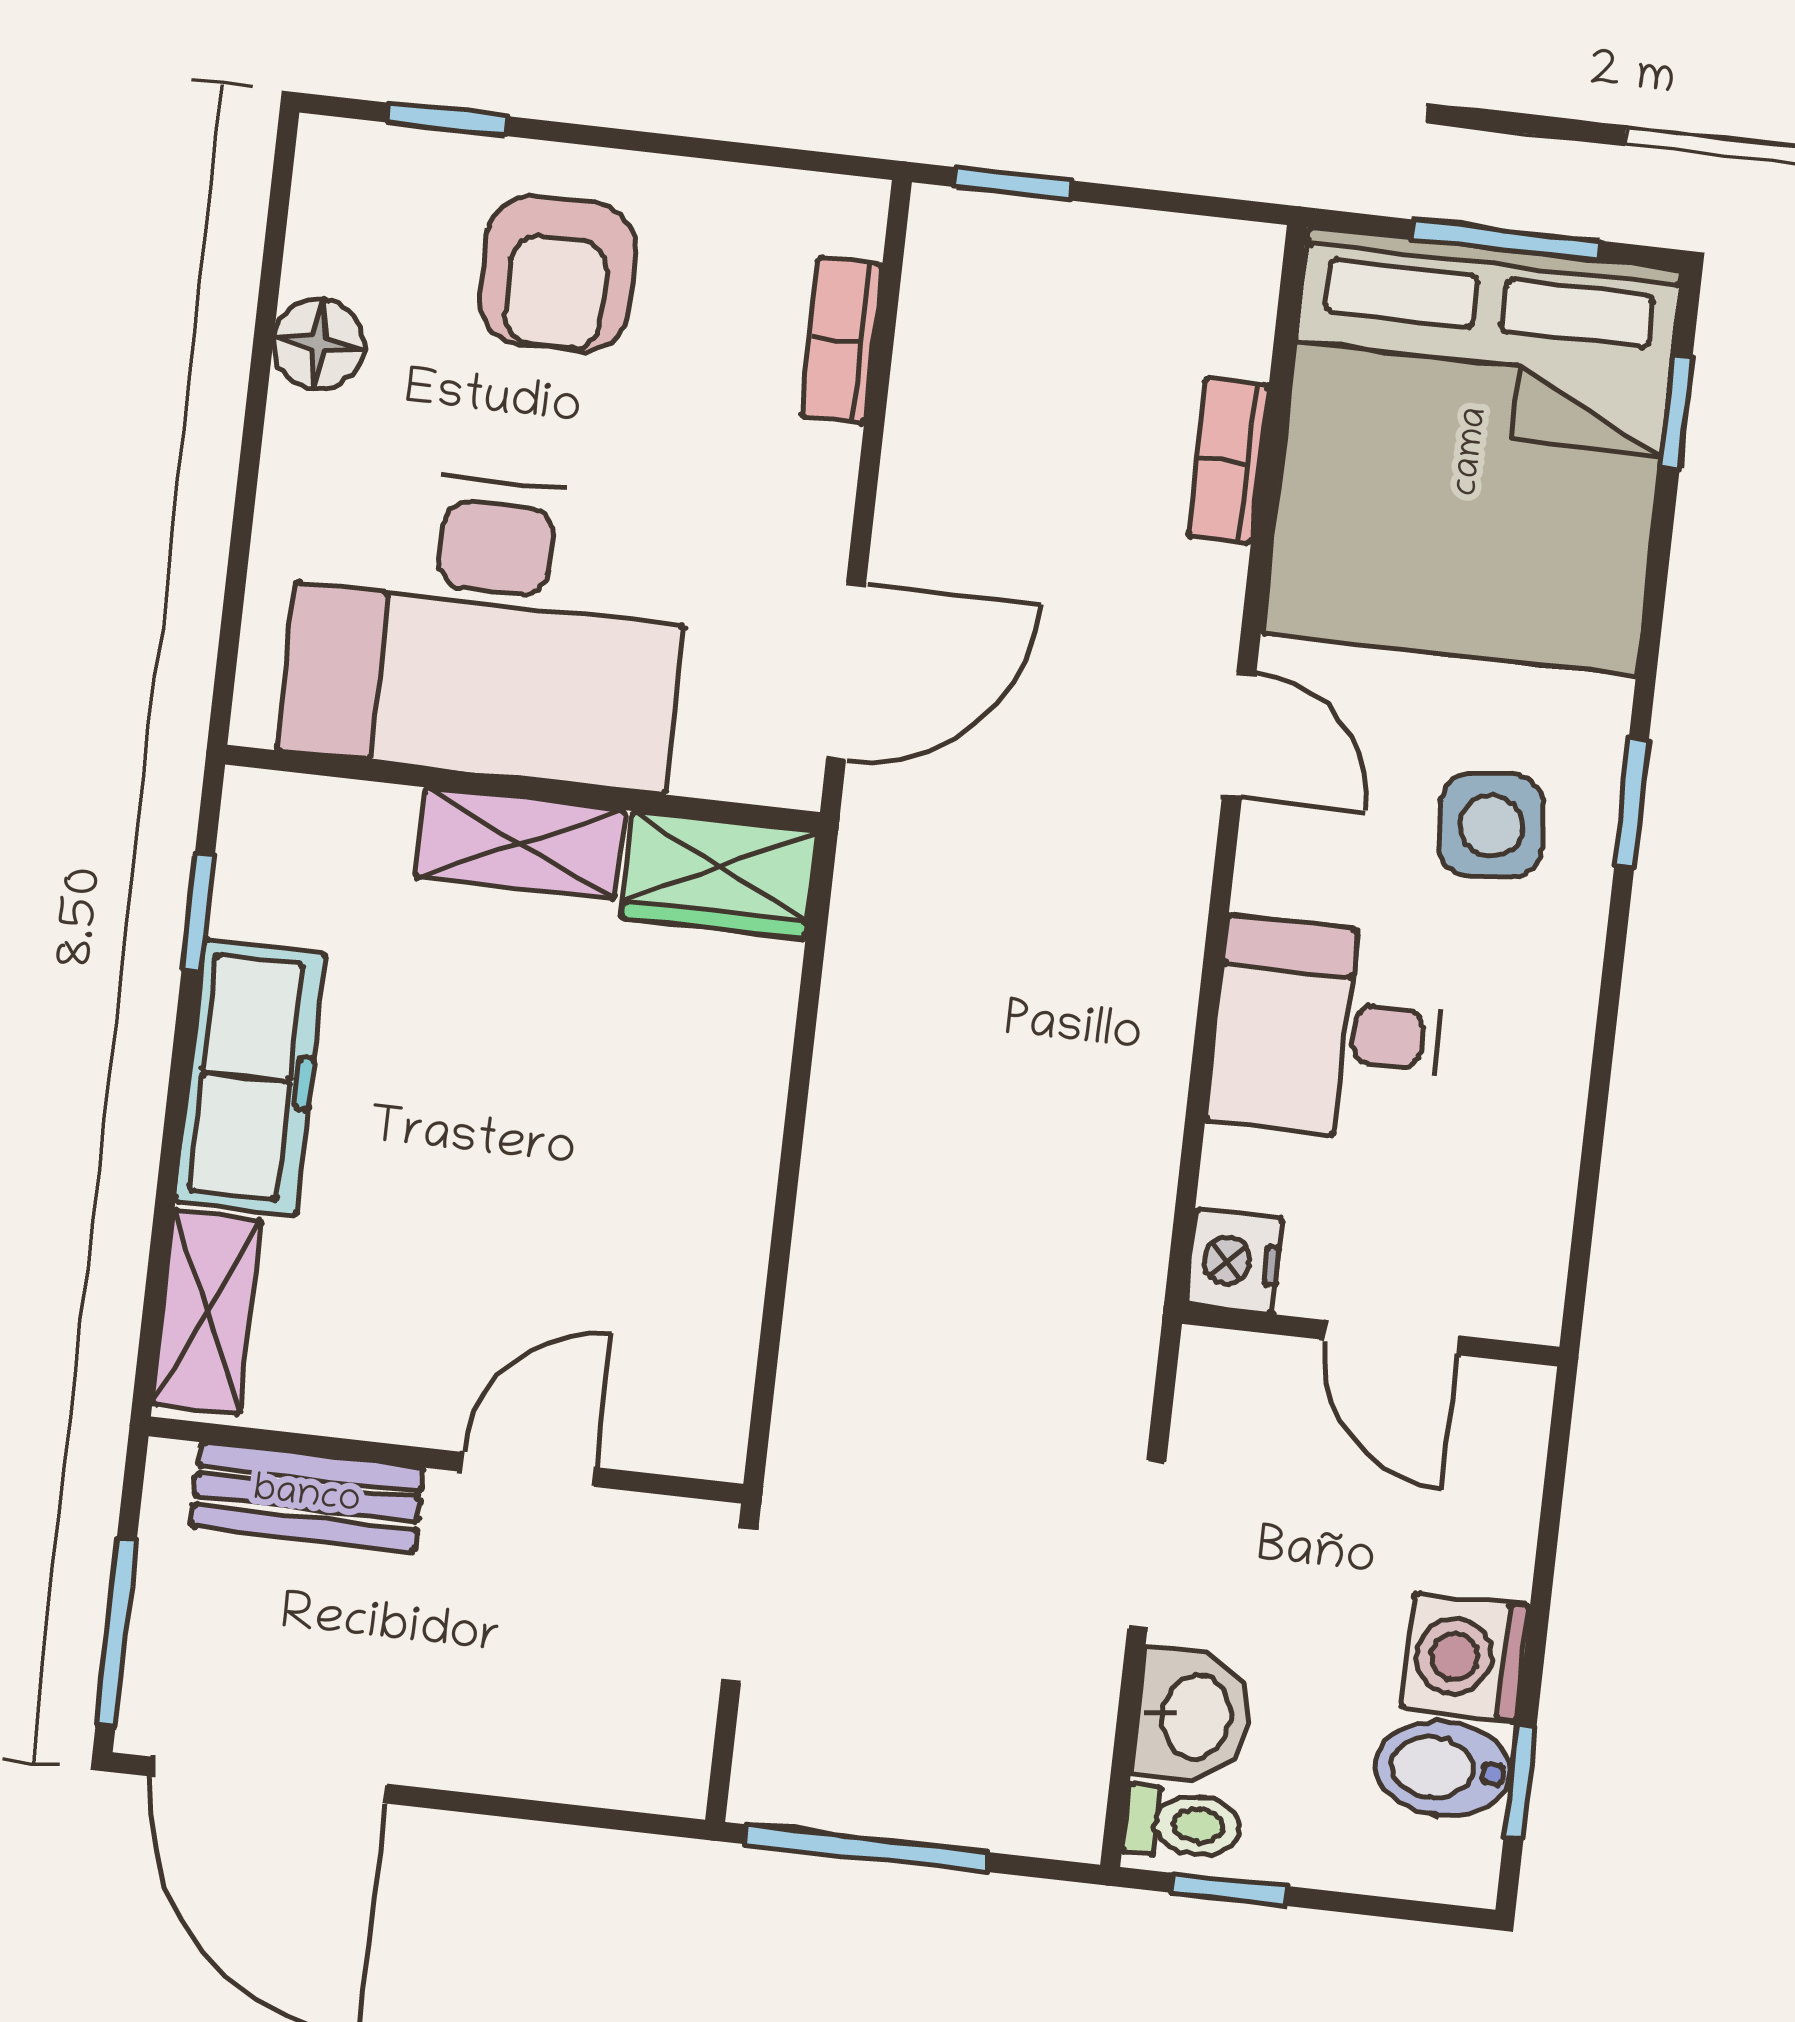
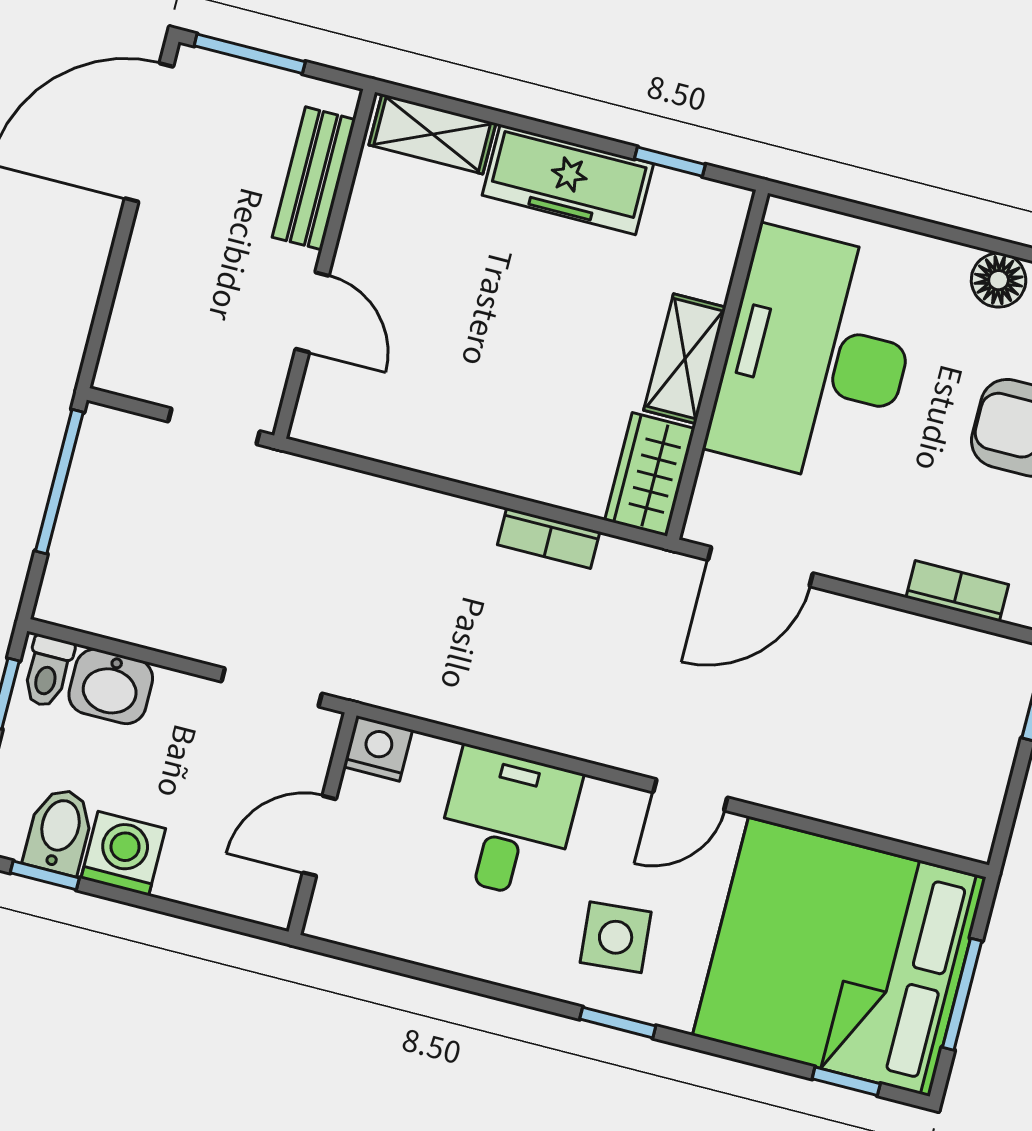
bookcase: (1228, 461) -> (549, 538), moved, turned 180
door: (846, 671) -> (760, 567), hinge flipped
doorway: (1147, 1545) -> (272, 687), moved

